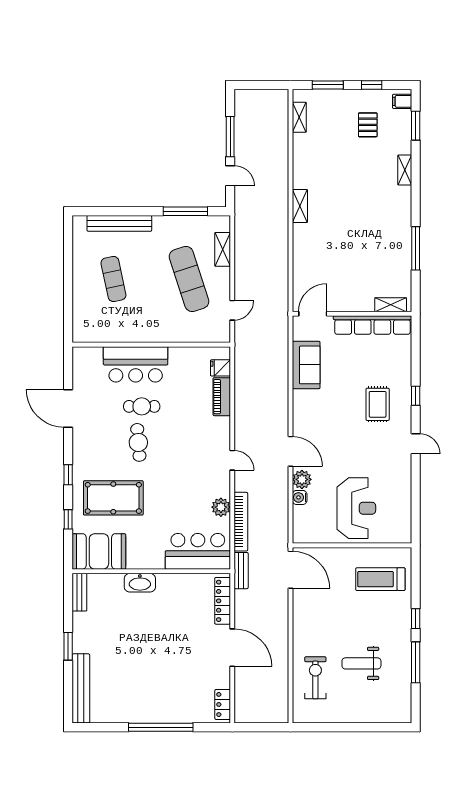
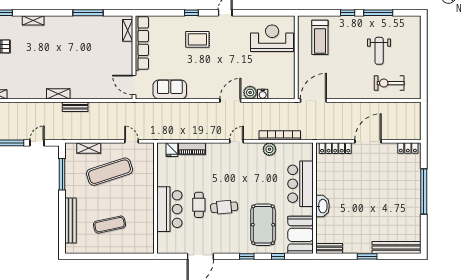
reception desk: (356, 508) -> (272, 38), moved
bar counter: (198, 551) -> (300, 184), moved
bench: (241, 571) -> (75, 107), moved

